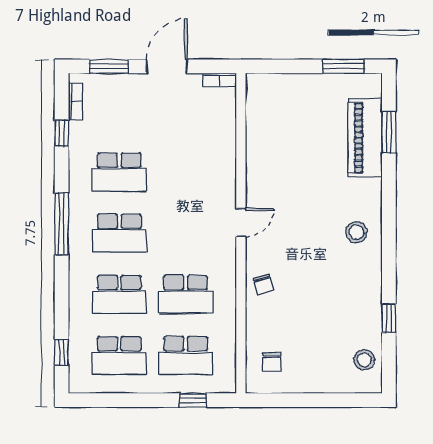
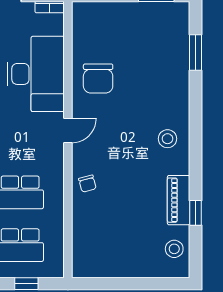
piano: (365, 138) -> (179, 200), moved, width x0.73, depth x0.75
desk: (204, 157) -> (36, 74), added
chair: (272, 362) -> (98, 78), moved, width x1.87, depth x1.87

